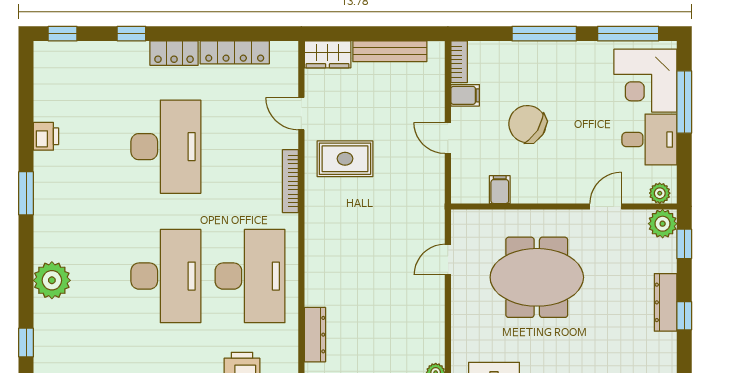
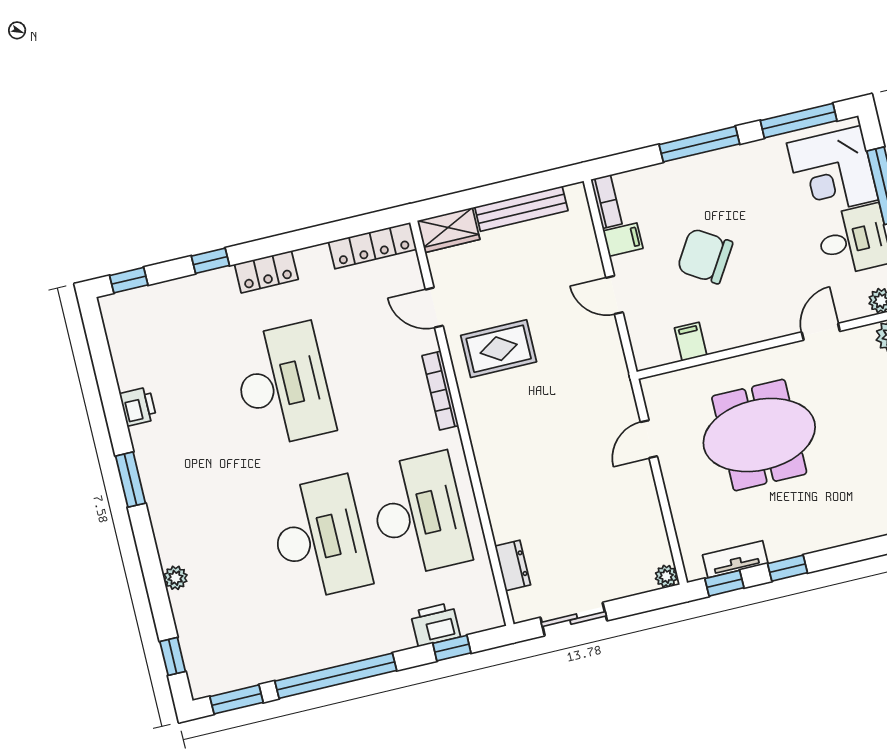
locker: (235, 52) -> (372, 246), moved
plant: (52, 280) -> (175, 578), width x0.53, depth x0.53
dresser: (315, 335) -> (513, 566), width x0.70

